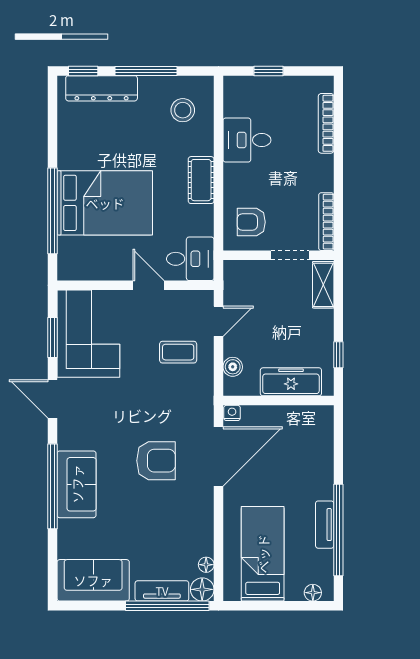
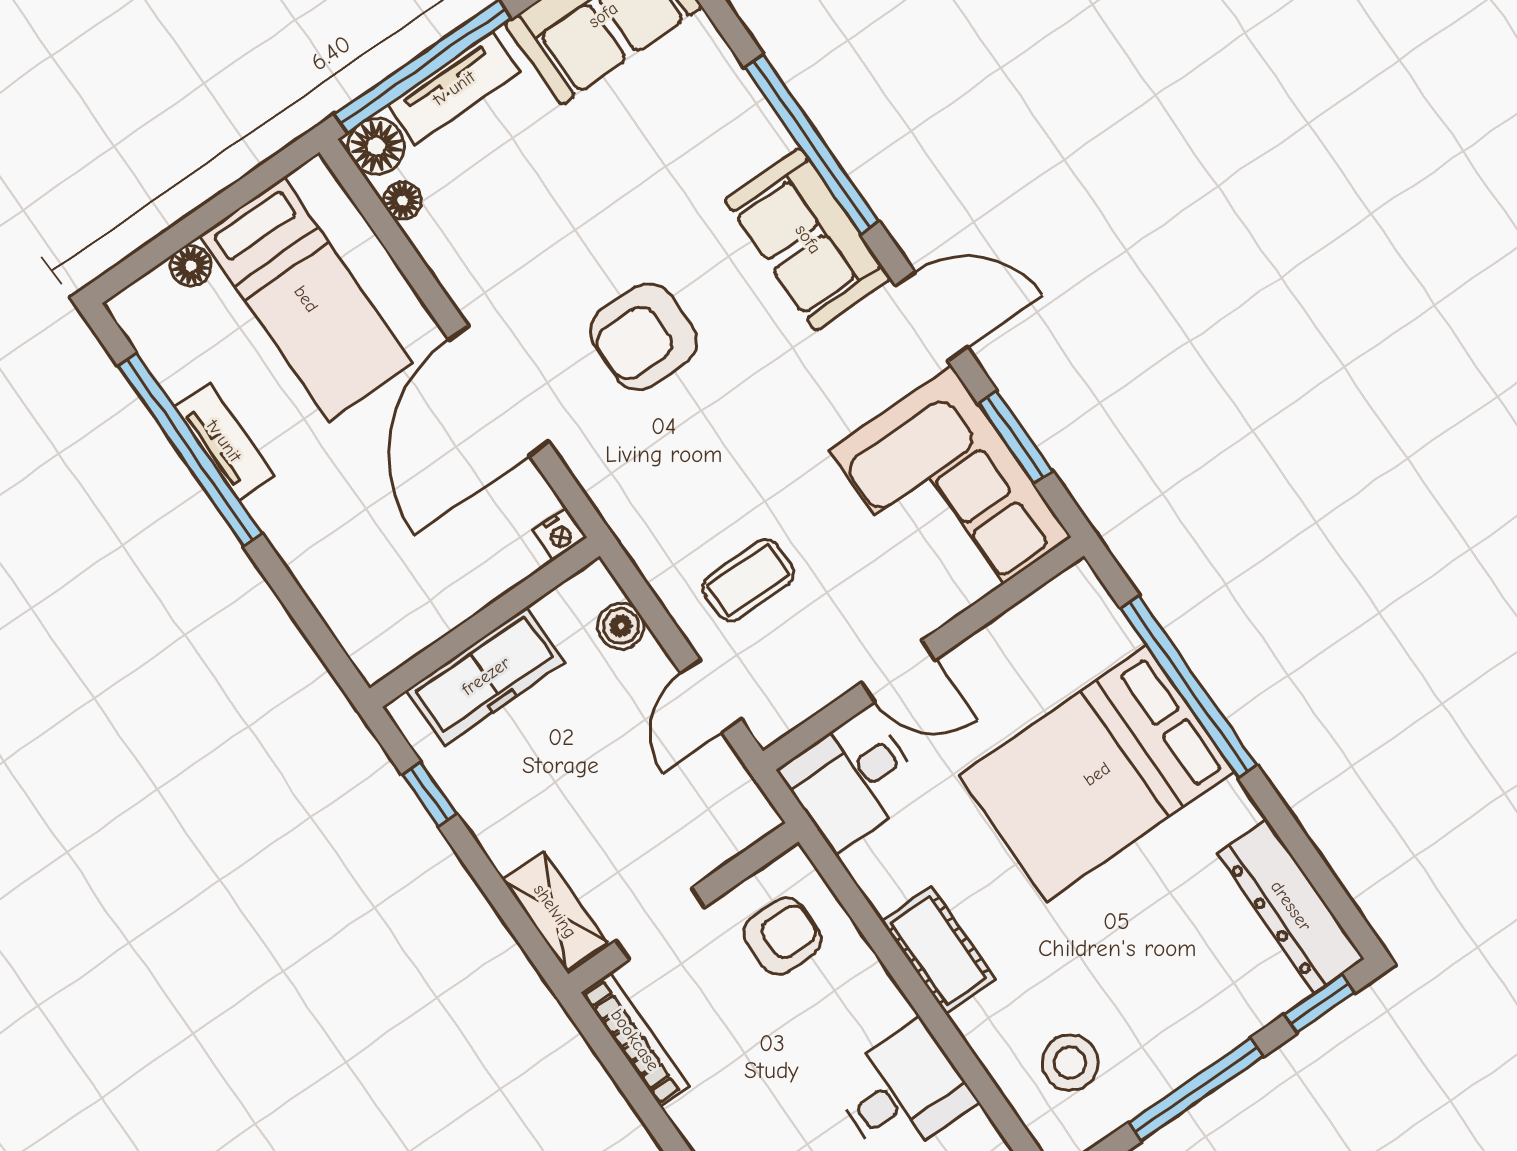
dresser: (102, 88) -> (1291, 906), moved, turned -90
door: (218, 456) -> (499, 391), moved
sofa: (77, 484) -> (808, 239), moved
floor lamp: (313, 593) -> (191, 266), moved

